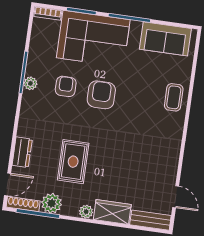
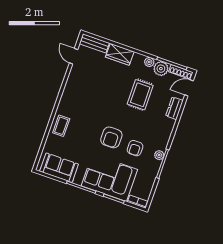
plant: (86, 212) -> (149, 62), moved

